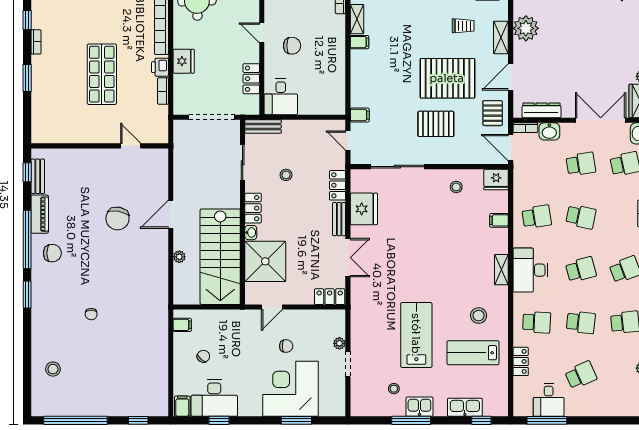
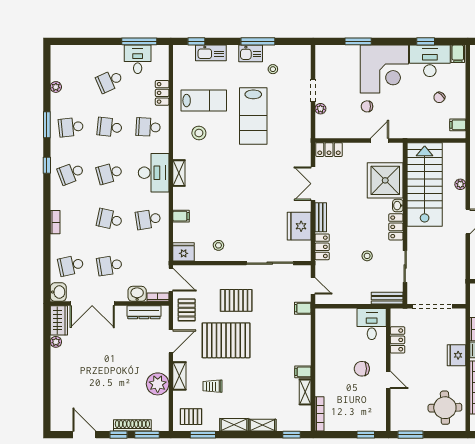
corner desk: (290, 389) -> (384, 69), moved

